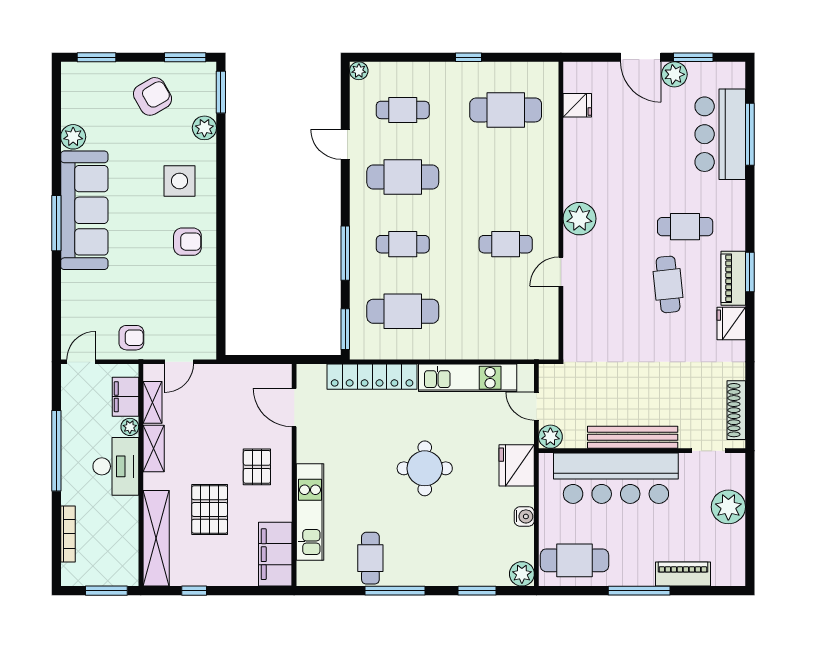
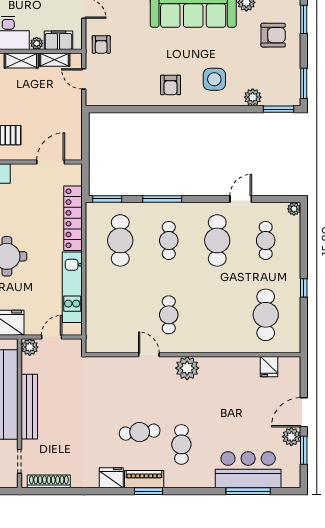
armchair: (153, 96) -> (273, 35), moved, turned -60

